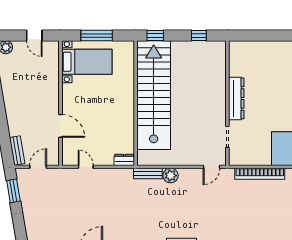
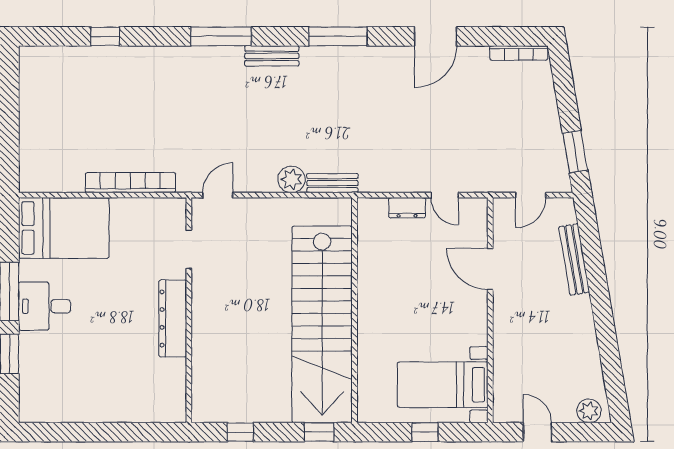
window: (97, 36) -> (425, 432), width x0.46
bench: (17, 150) -> (574, 260), moved, width x1.36
dresser: (124, 160) -> (407, 208), moved

